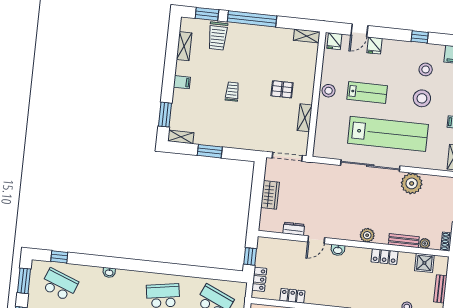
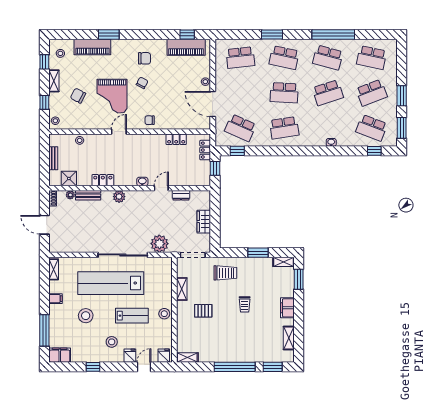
trolley: (218, 36) -> (225, 273), moved, turned 90
stool: (426, 69) -> (112, 342), moved
filing cabinet: (182, 82) -> (287, 308), width x2.00
lab bench: (367, 93) -> (132, 316), turned 180
plant: (412, 183) -> (159, 244), moved
window: (222, 274) -> (237, 151), added

